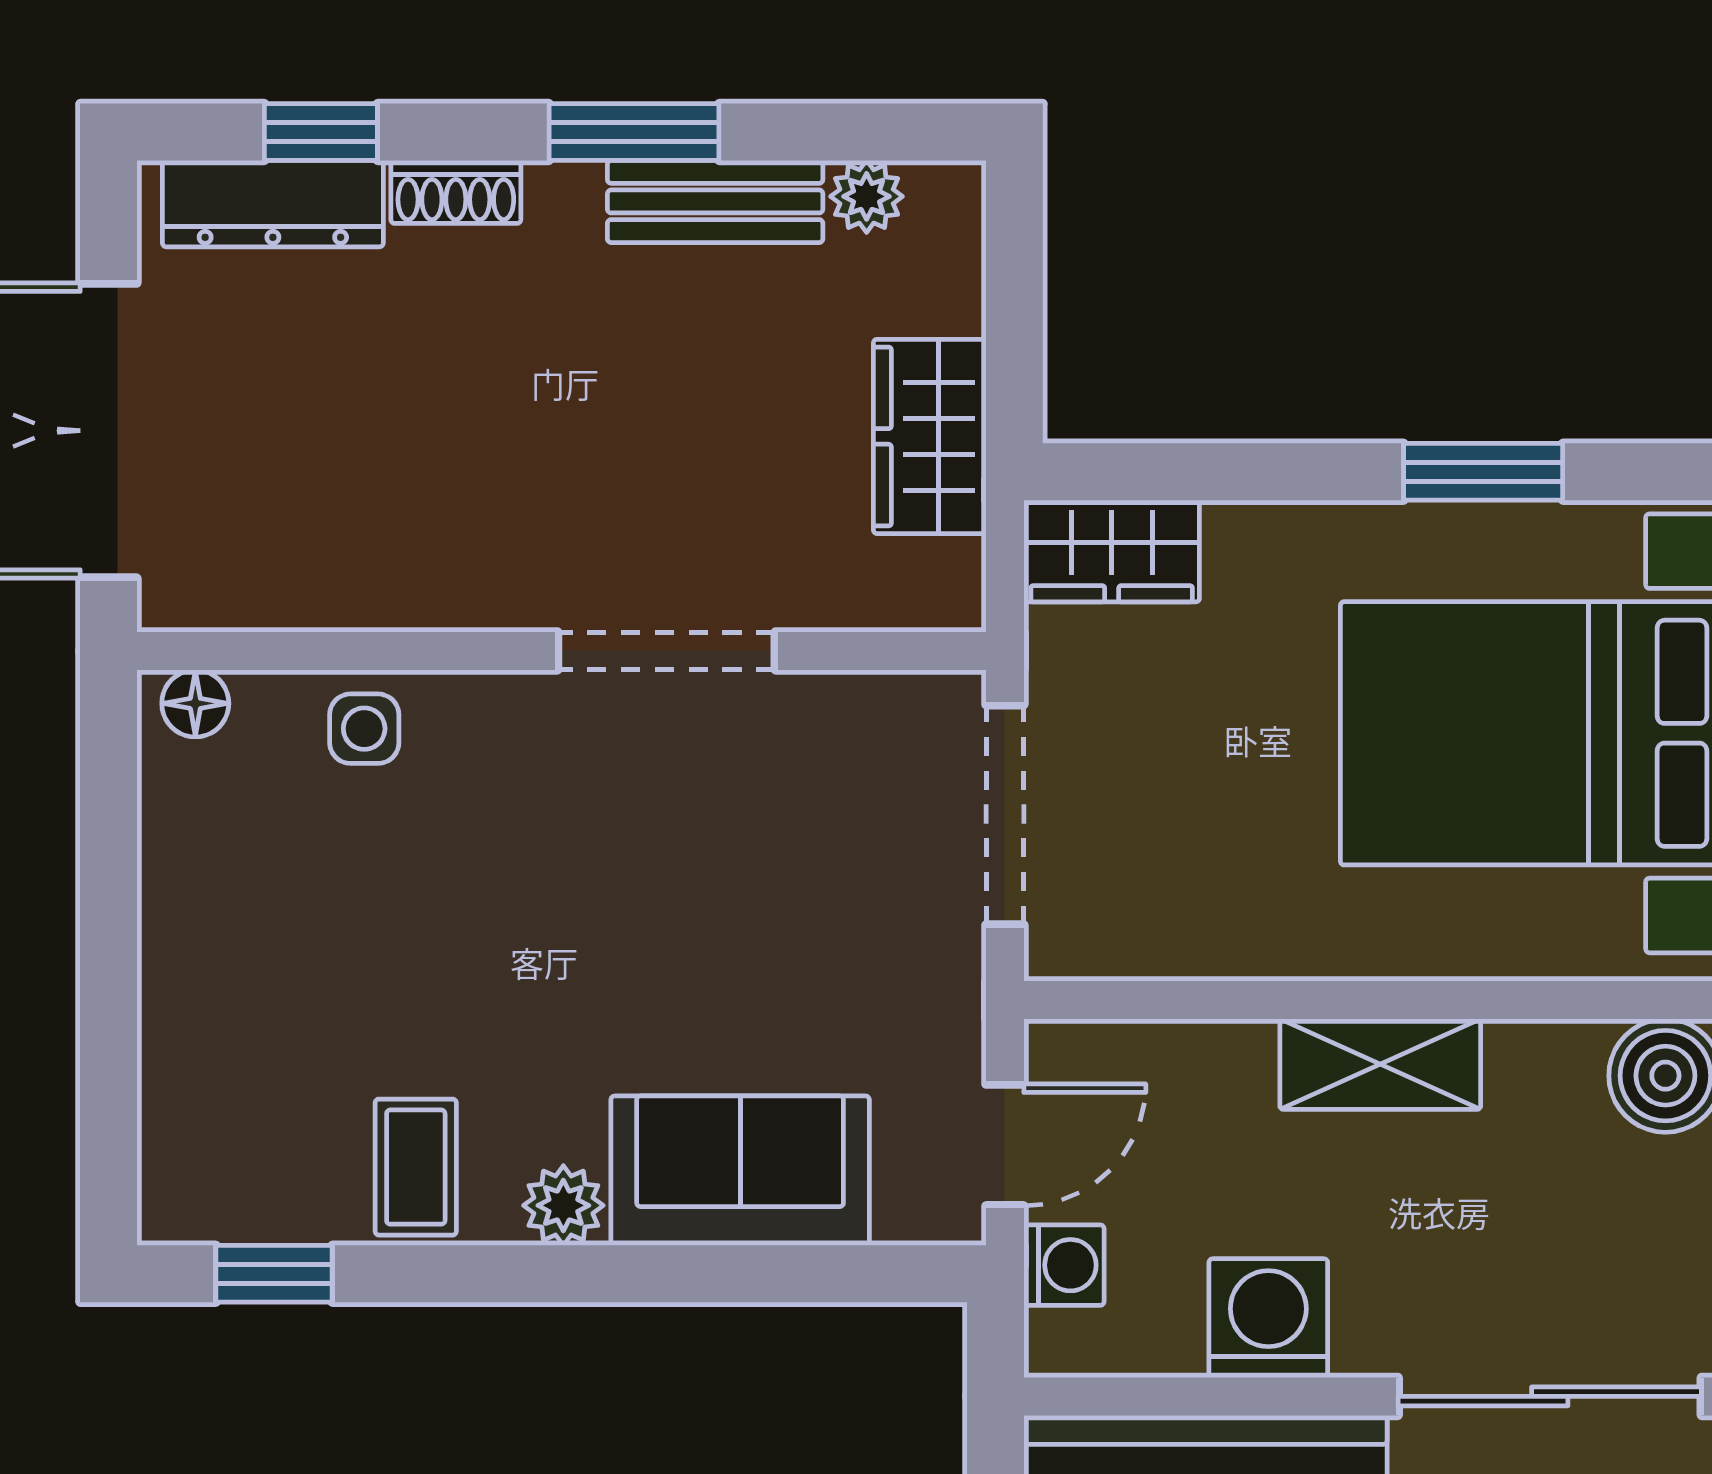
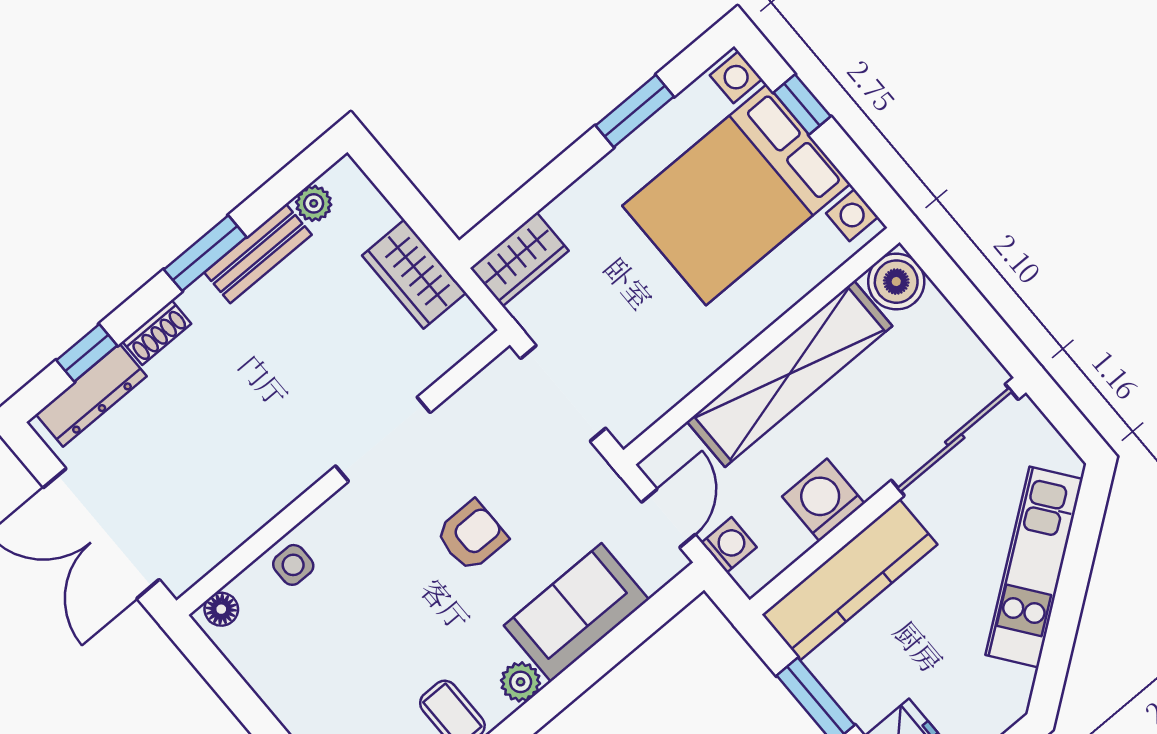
armchair: (678, 916) -> (472, 536), added
shelving: (1380, 1064) -> (789, 374), width x2.20, depth x1.33

